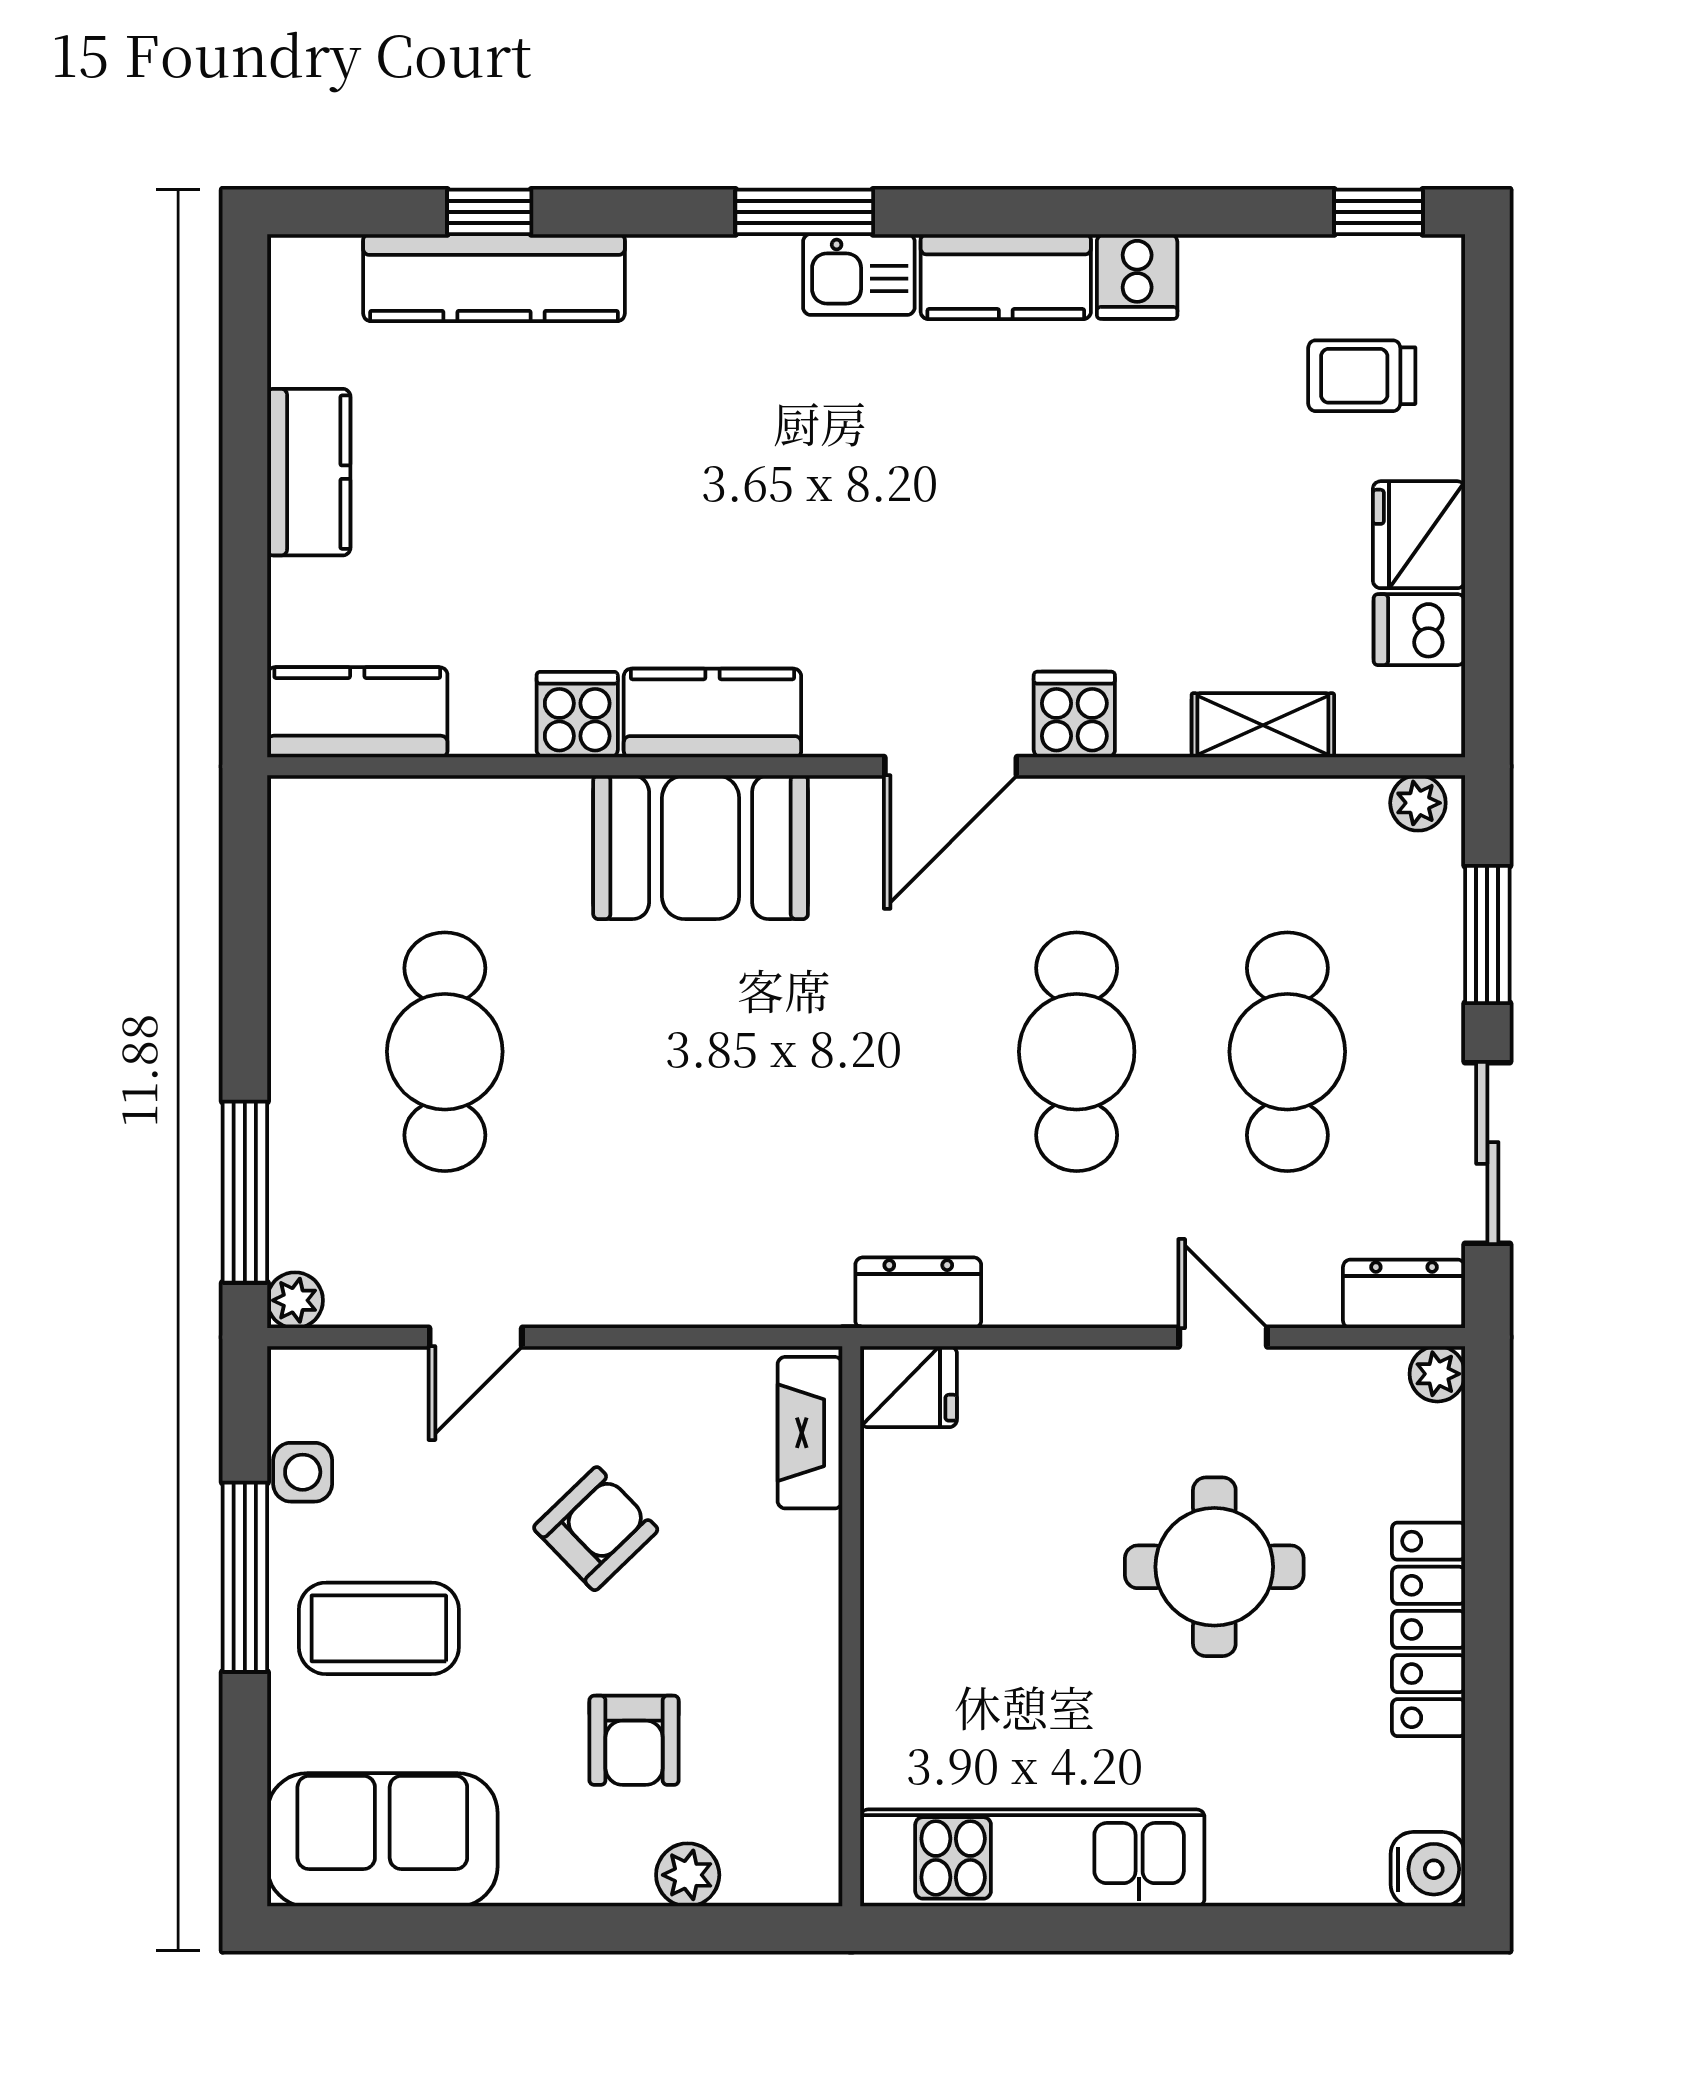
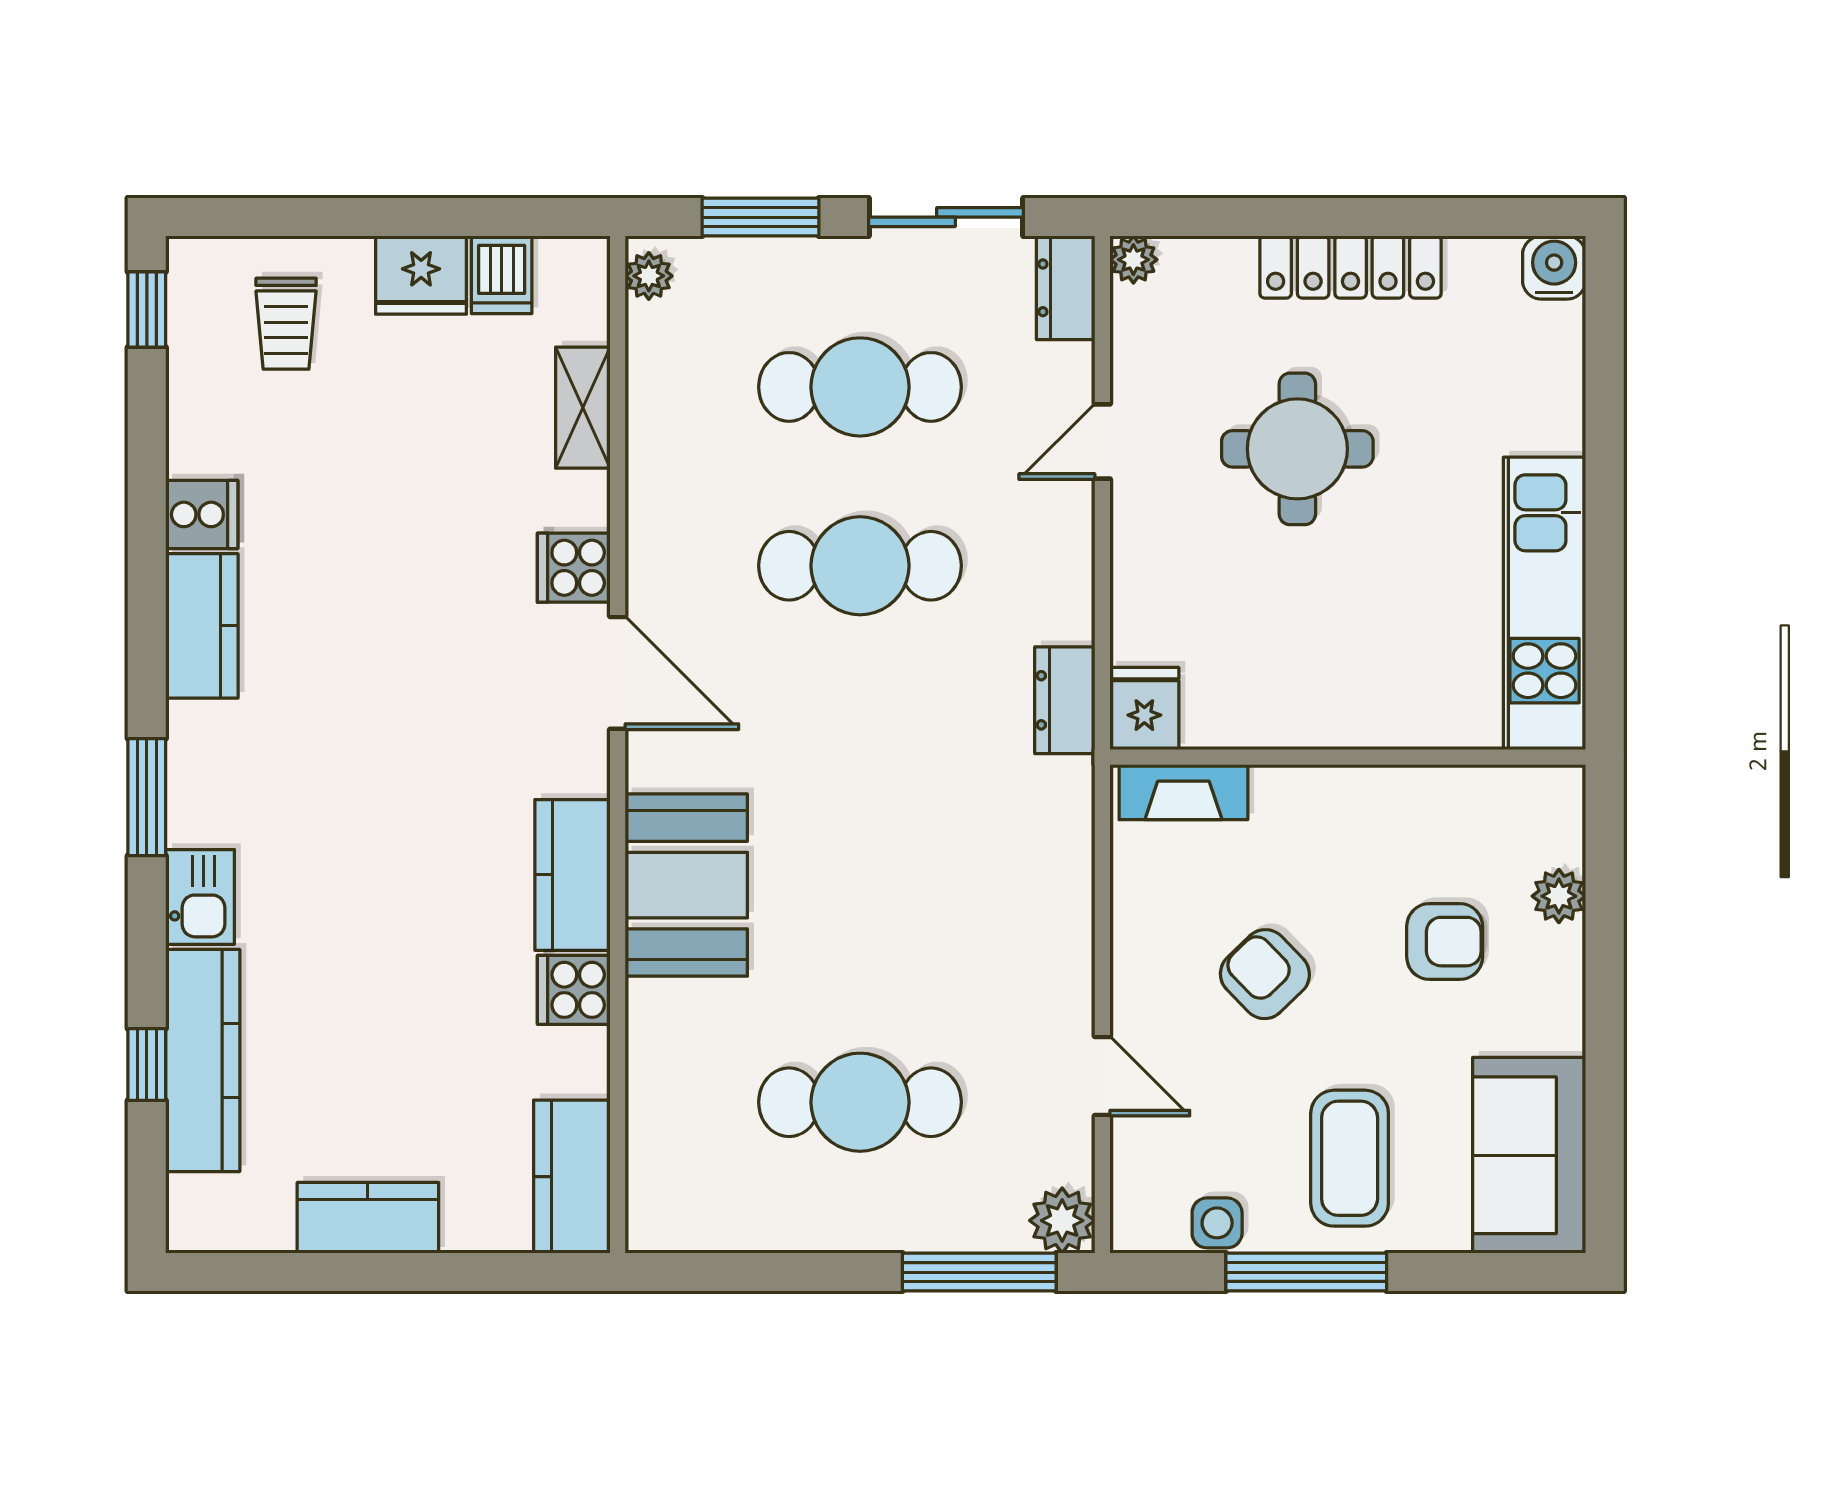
kitchen sink: (859, 274) -> (200, 897), moved
plant: (295, 1300) -> (1062, 1221), width x1.38, depth x1.38

